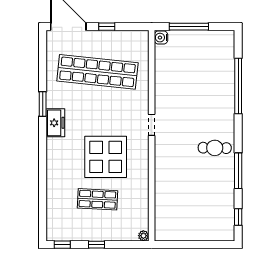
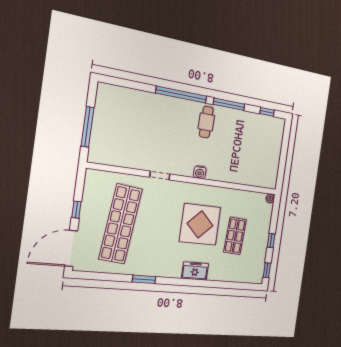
water cooler: (161, 38) -> (200, 172), moved
window: (238, 86) -> (182, 95), moved
freezer: (55, 123) -> (195, 271), moved
doorway: (152, 125) -> (160, 176), moved

